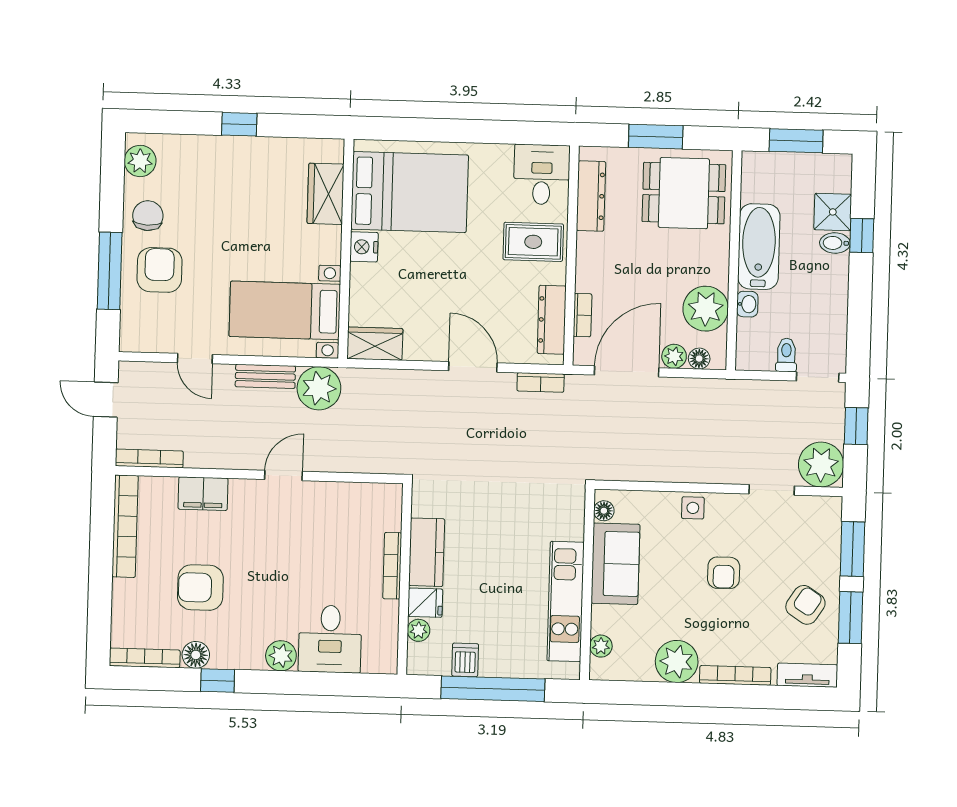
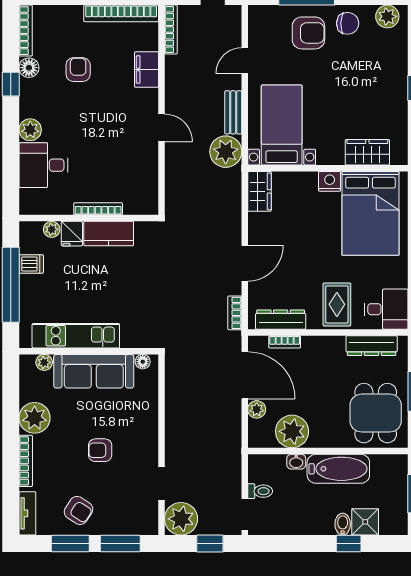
floor lamp: (699, 359) -> (256, 428), removed
side table: (693, 508) -> (147, 426), removed
sofa: (615, 564) -> (94, 371), width x1.36
armchair: (200, 588) -> (78, 70), width x0.72, depth x0.72

